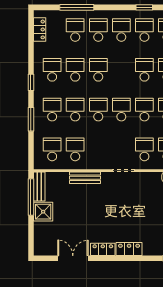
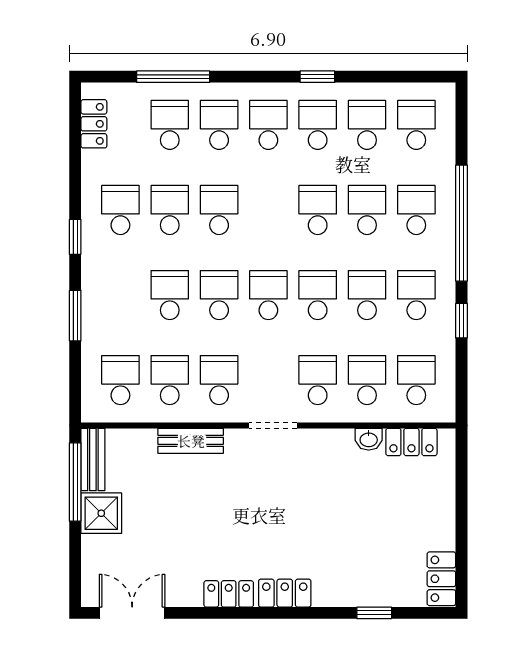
school desk: (52, 110) -> (219, 380), moved
double door: (73, 258) -> (132, 613), moved

